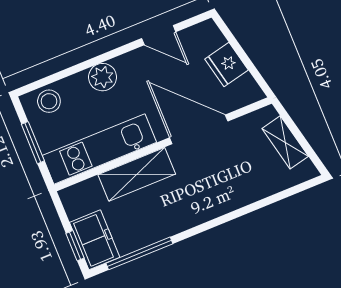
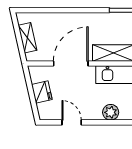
door: (199, 129) -> (71, 63), swing flipped

